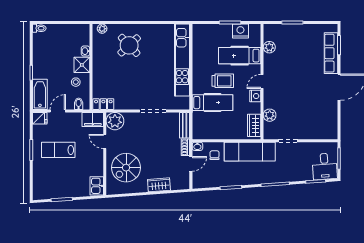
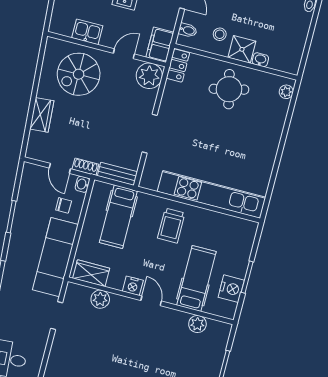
round table: (129, 45) -> (229, 89), moved, turned 30
trolley: (223, 81) -> (171, 226), moved
hospital bed: (212, 103) -> (118, 217), moved
spiral stairs: (126, 168) -> (79, 74), turned -90
kitchen sink: (97, 186) -> (87, 32), moved

